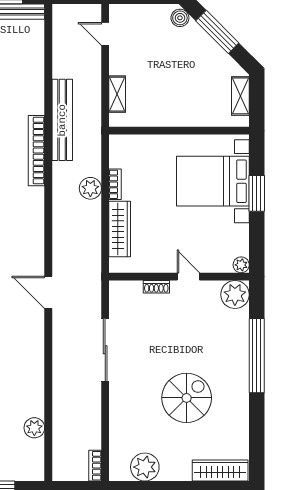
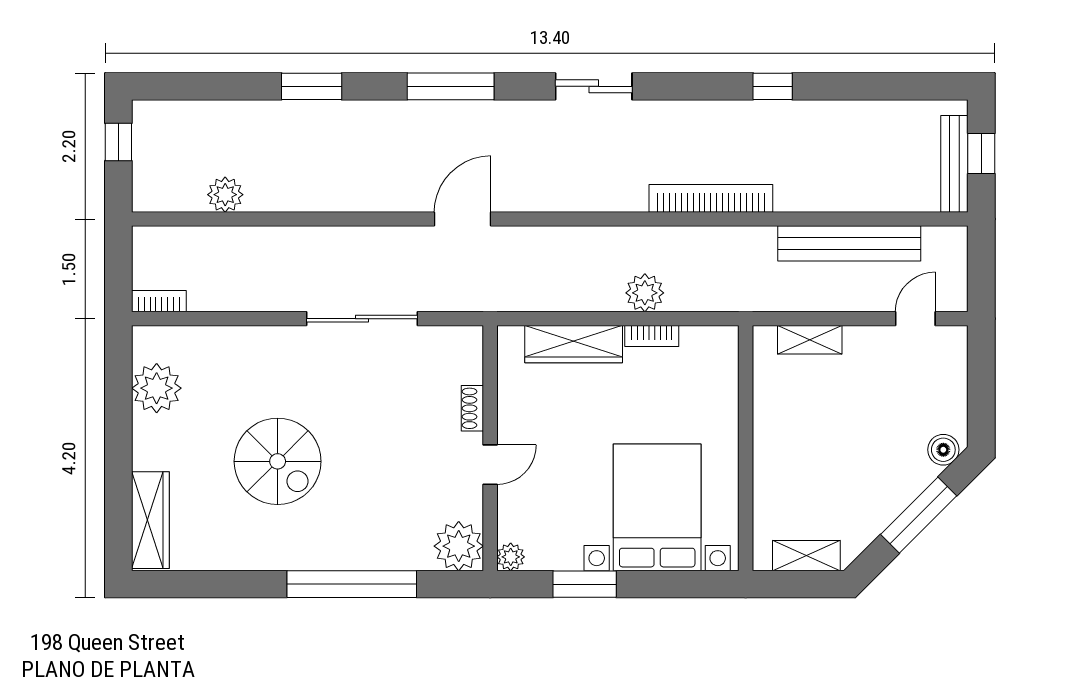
bench: (62, 120) -> (849, 243), moved
window: (257, 193) -> (585, 584), moved

